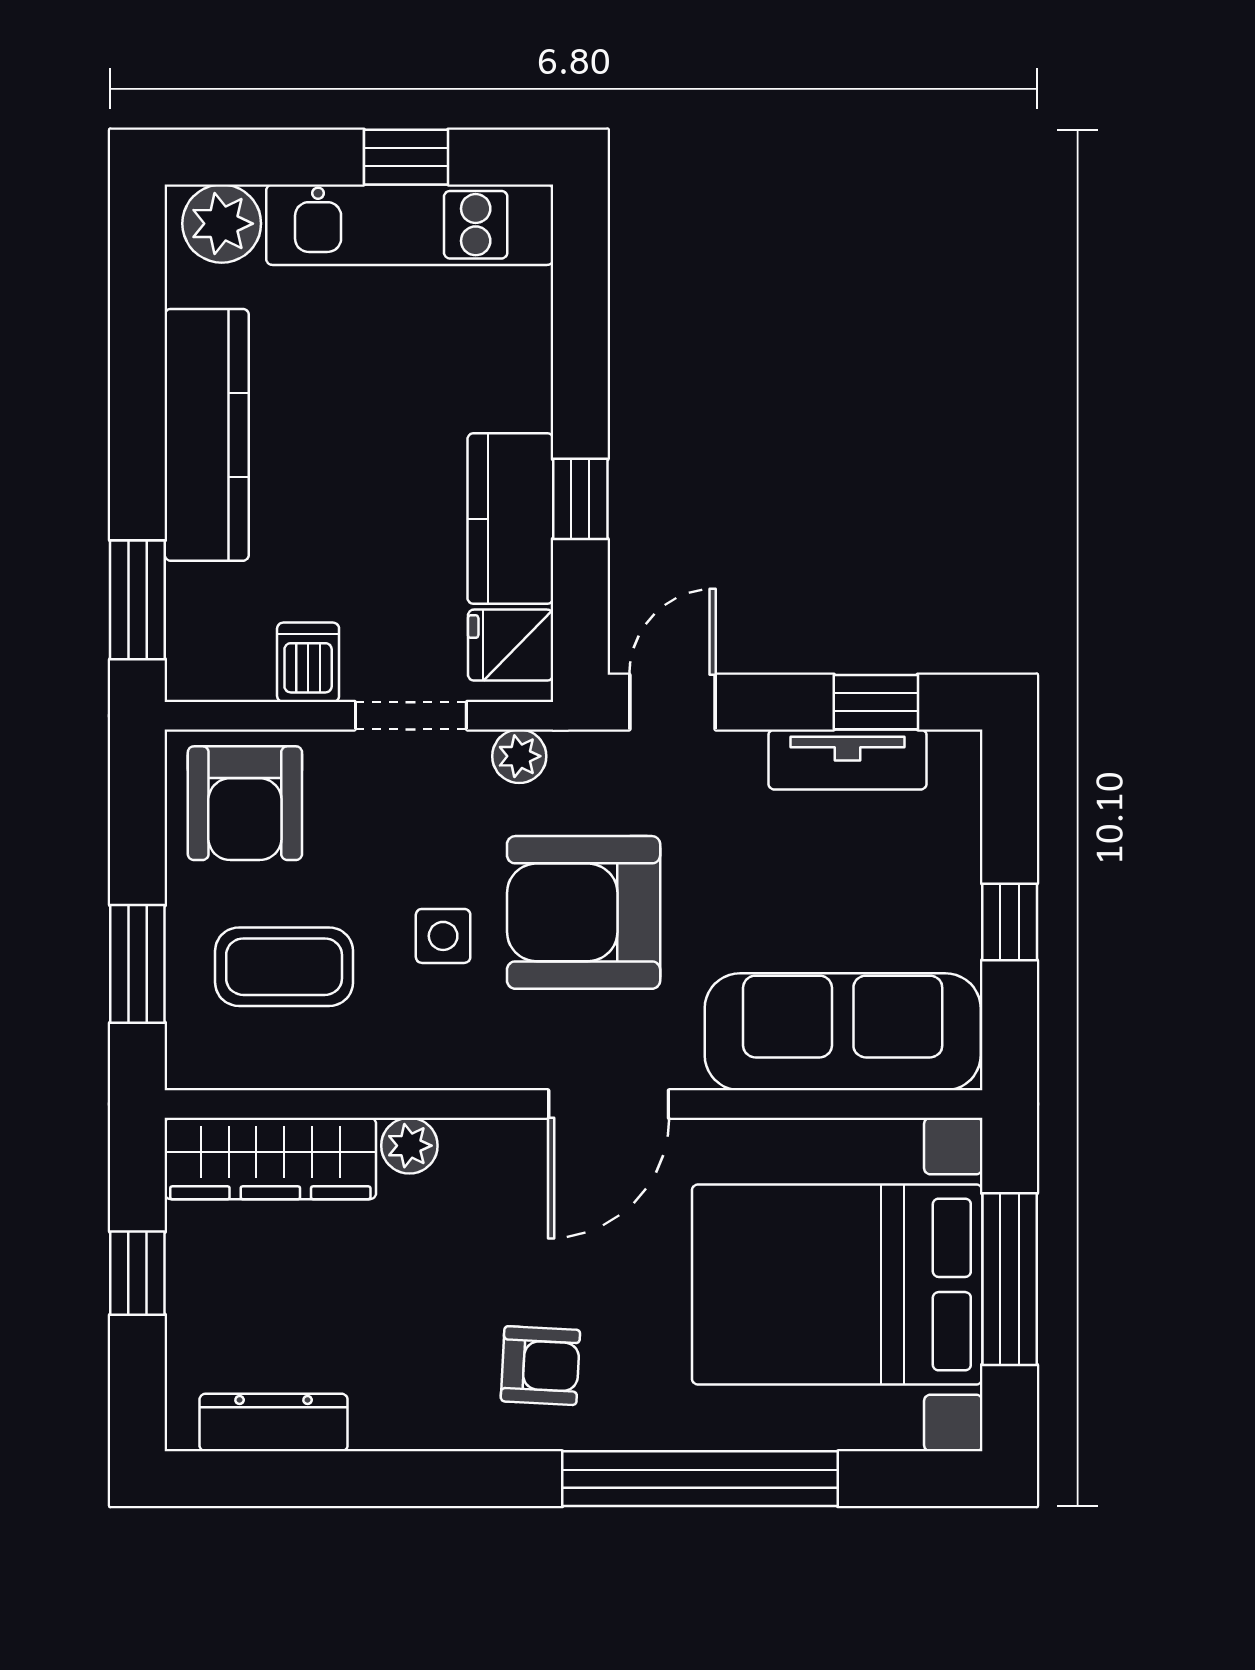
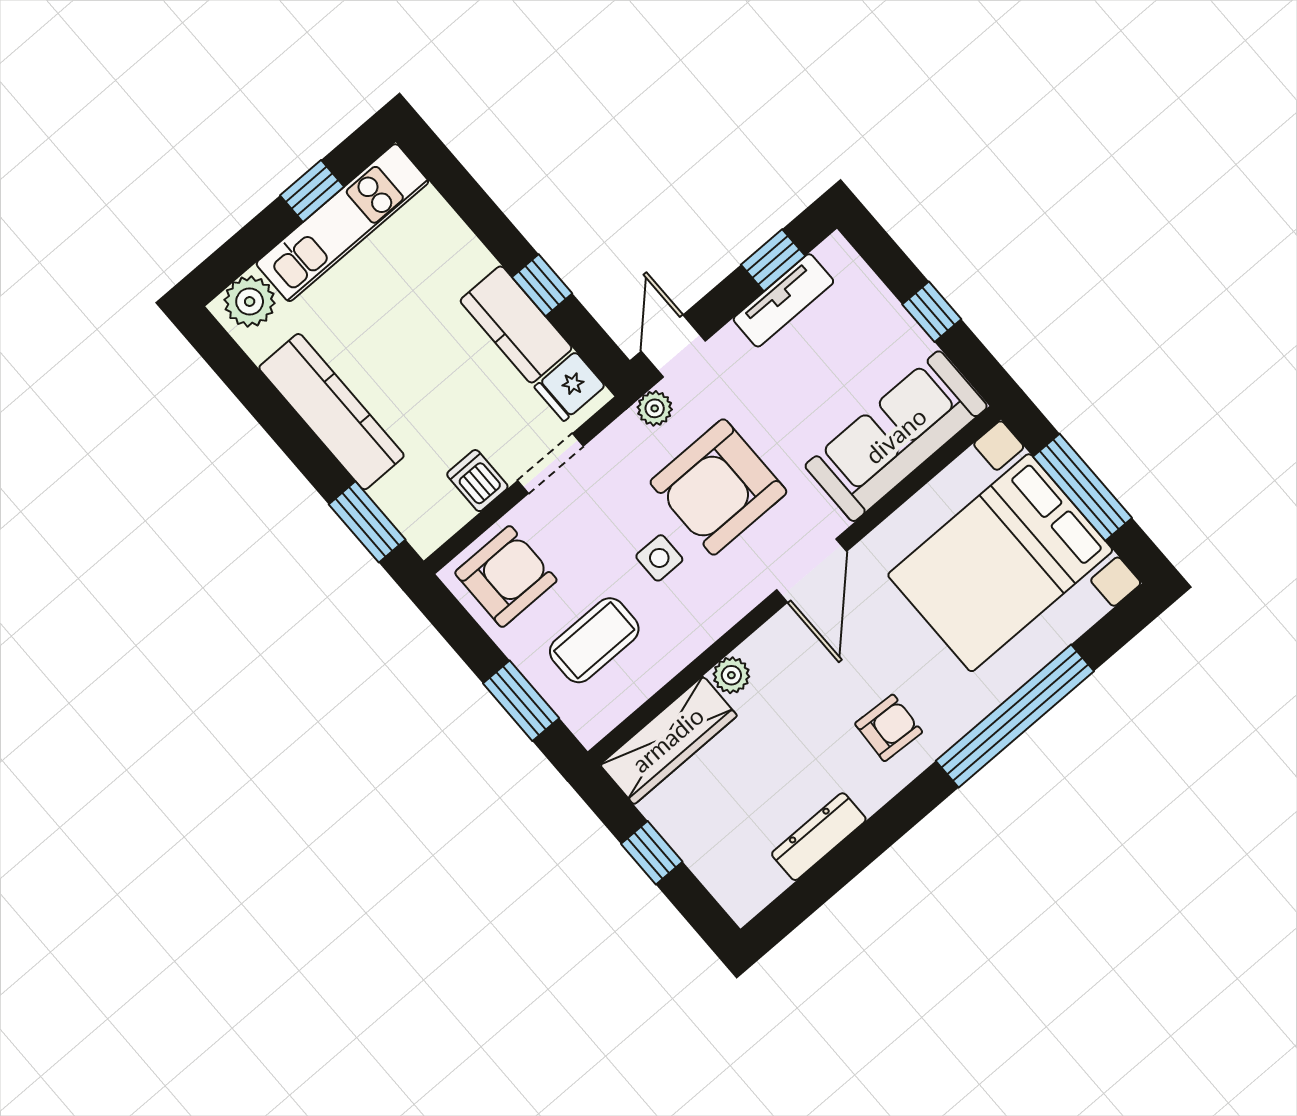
plant: (519, 756) -> (655, 408), moved
armchair: (245, 803) -> (506, 576), turned -90
dresser: (274, 1423) -> (819, 837), moved

